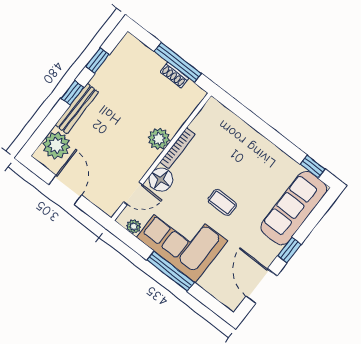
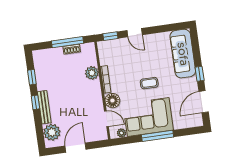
door: (264, 129) -> (135, 33), added
plant: (159, 139) -> (92, 73), moved
window: (313, 167) -> (110, 36), moved
door: (65, 190) -> (76, 148), hinge flipped
door: (133, 193) -> (106, 119), hinge flipped
door: (262, 286) -> (204, 102), hinge flipped

